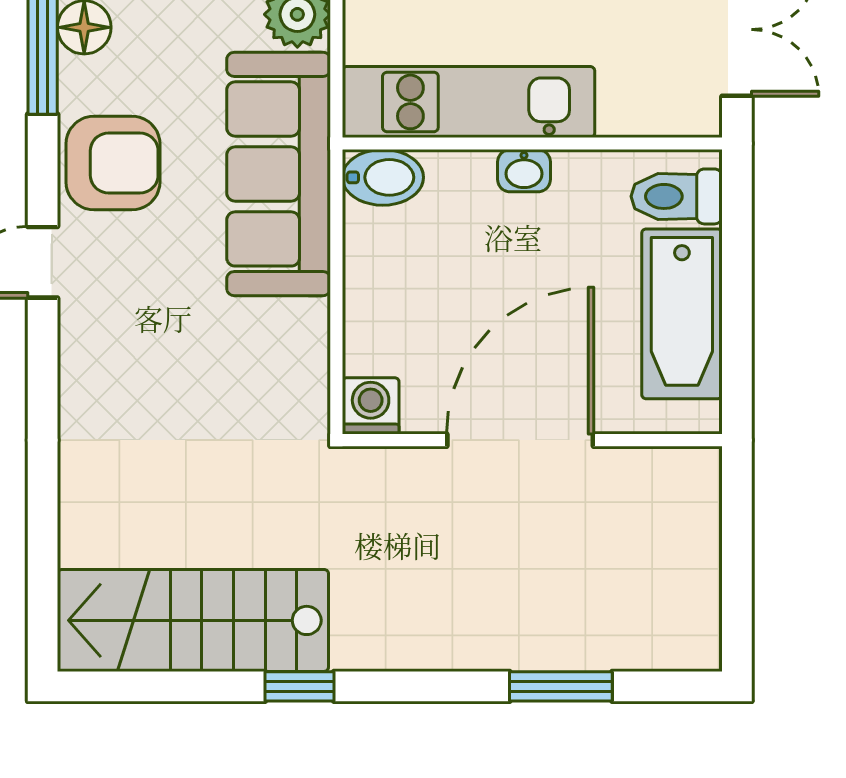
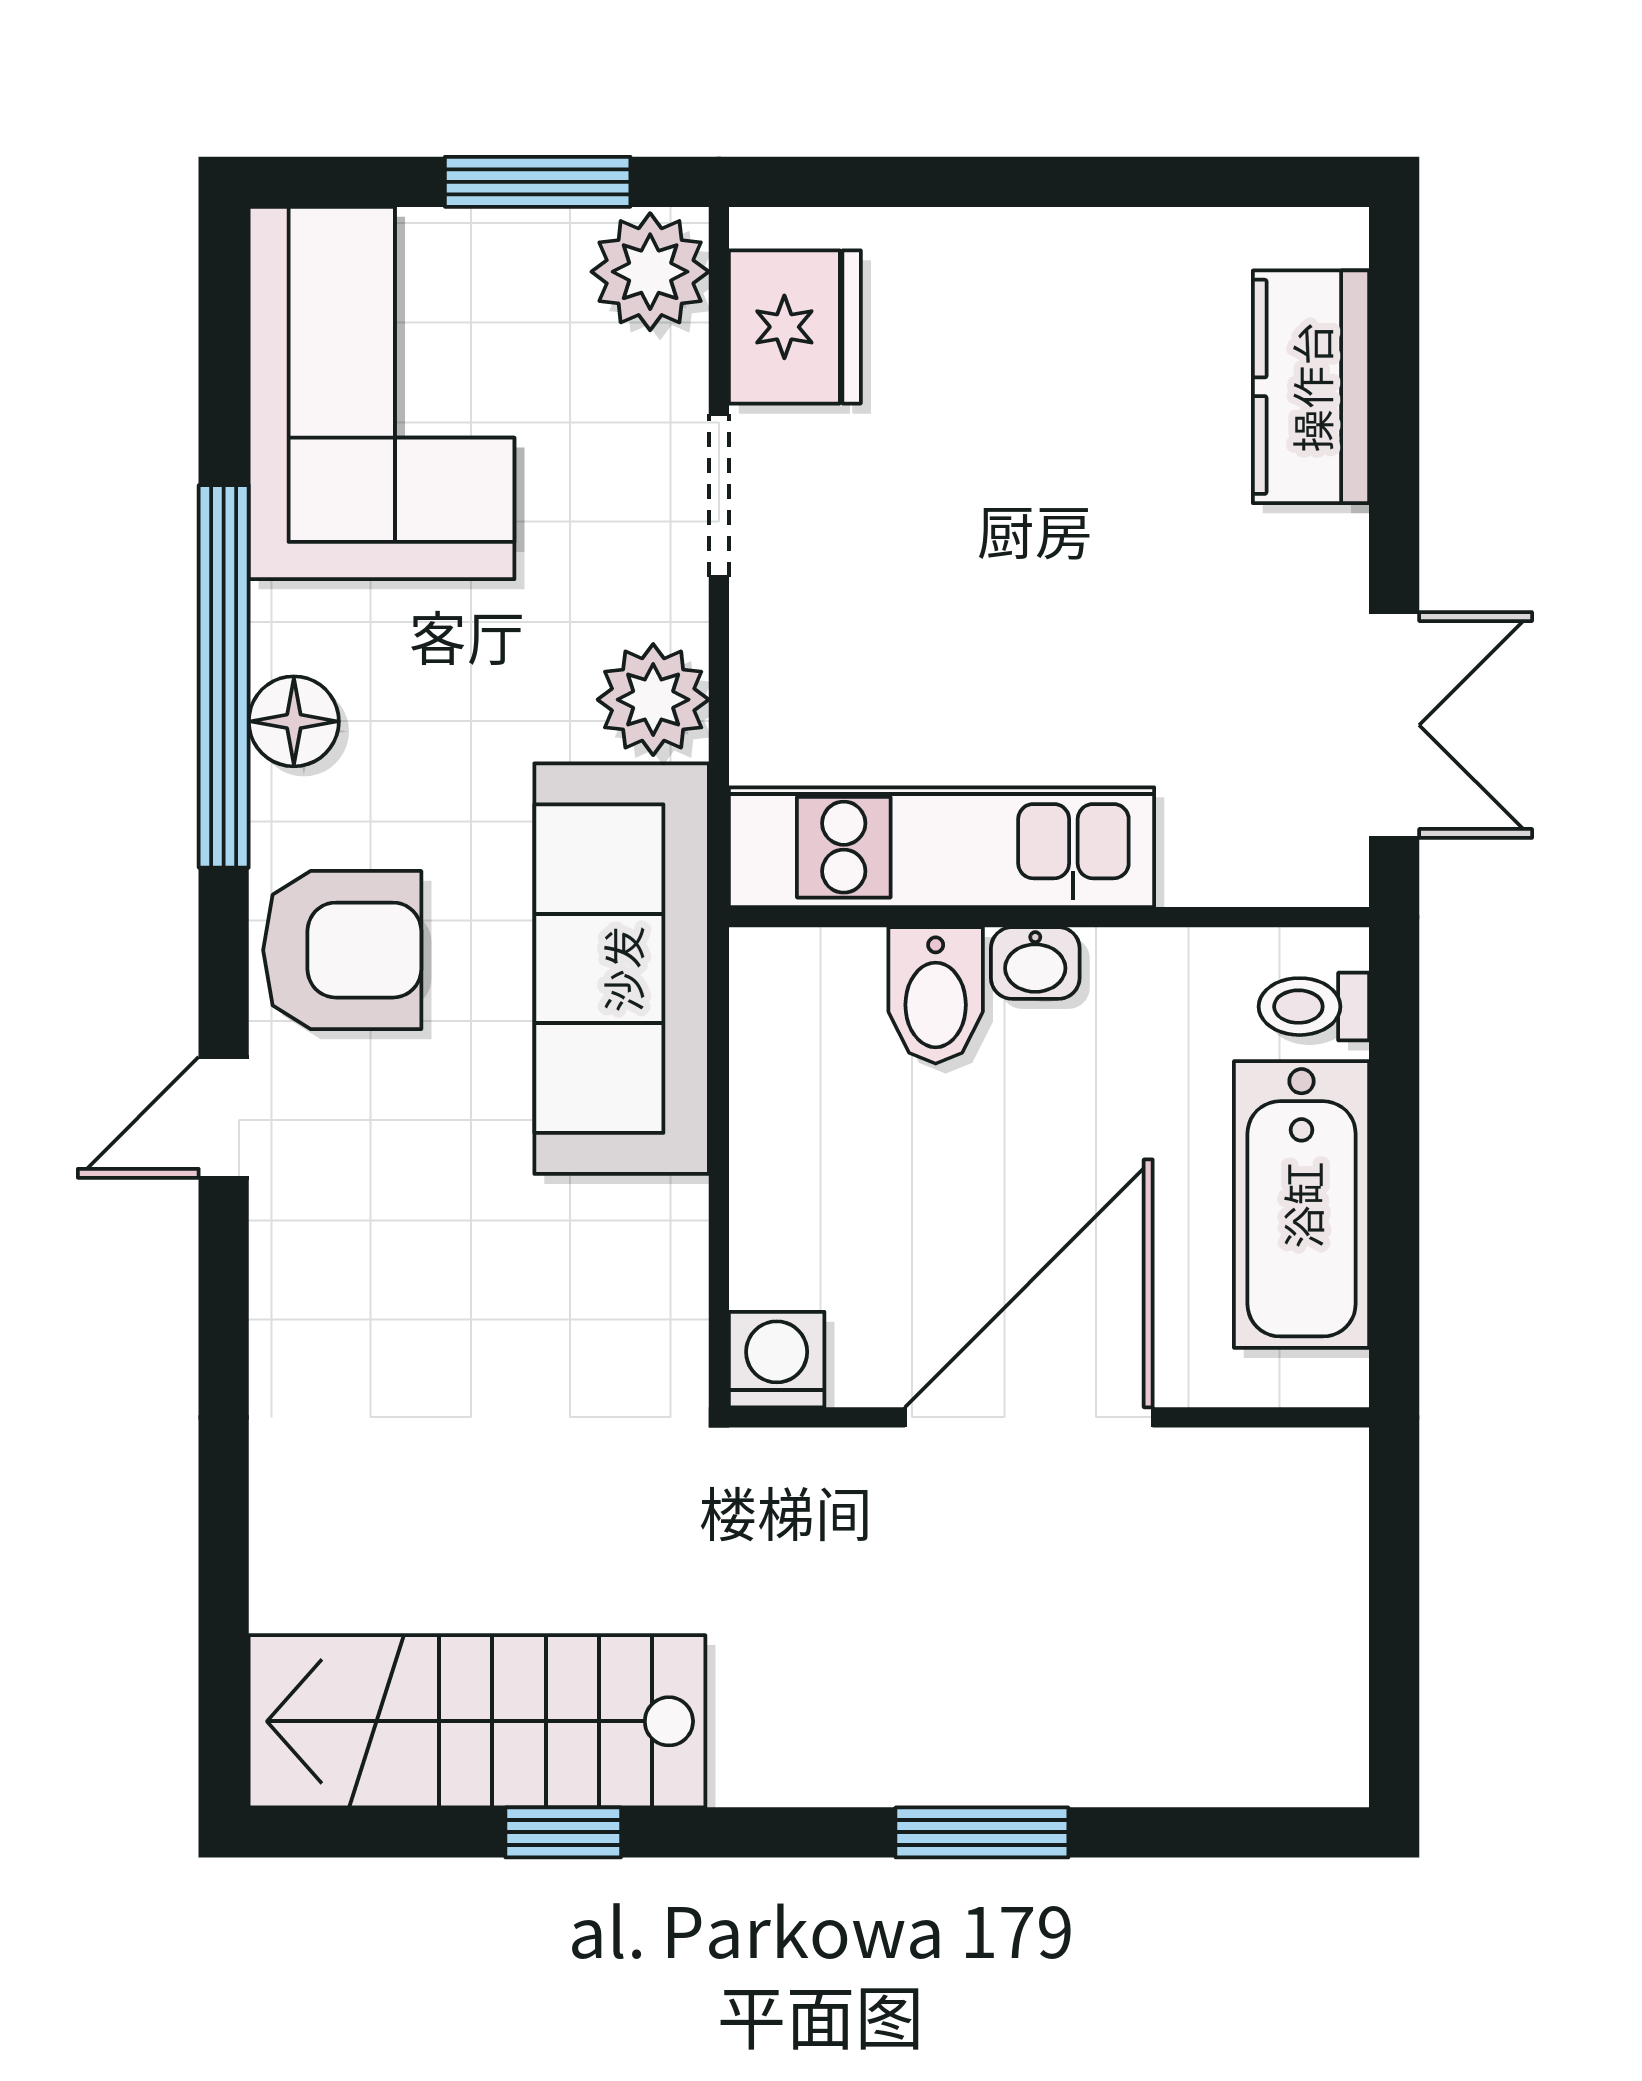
bidet: (383, 177) -> (936, 995), moved, turned 90
toilet: (677, 196) -> (1314, 1007), width x0.73, depth x0.72
window: (299, 686) -> (563, 1832), moved
window: (561, 686) -> (982, 1832), moved

